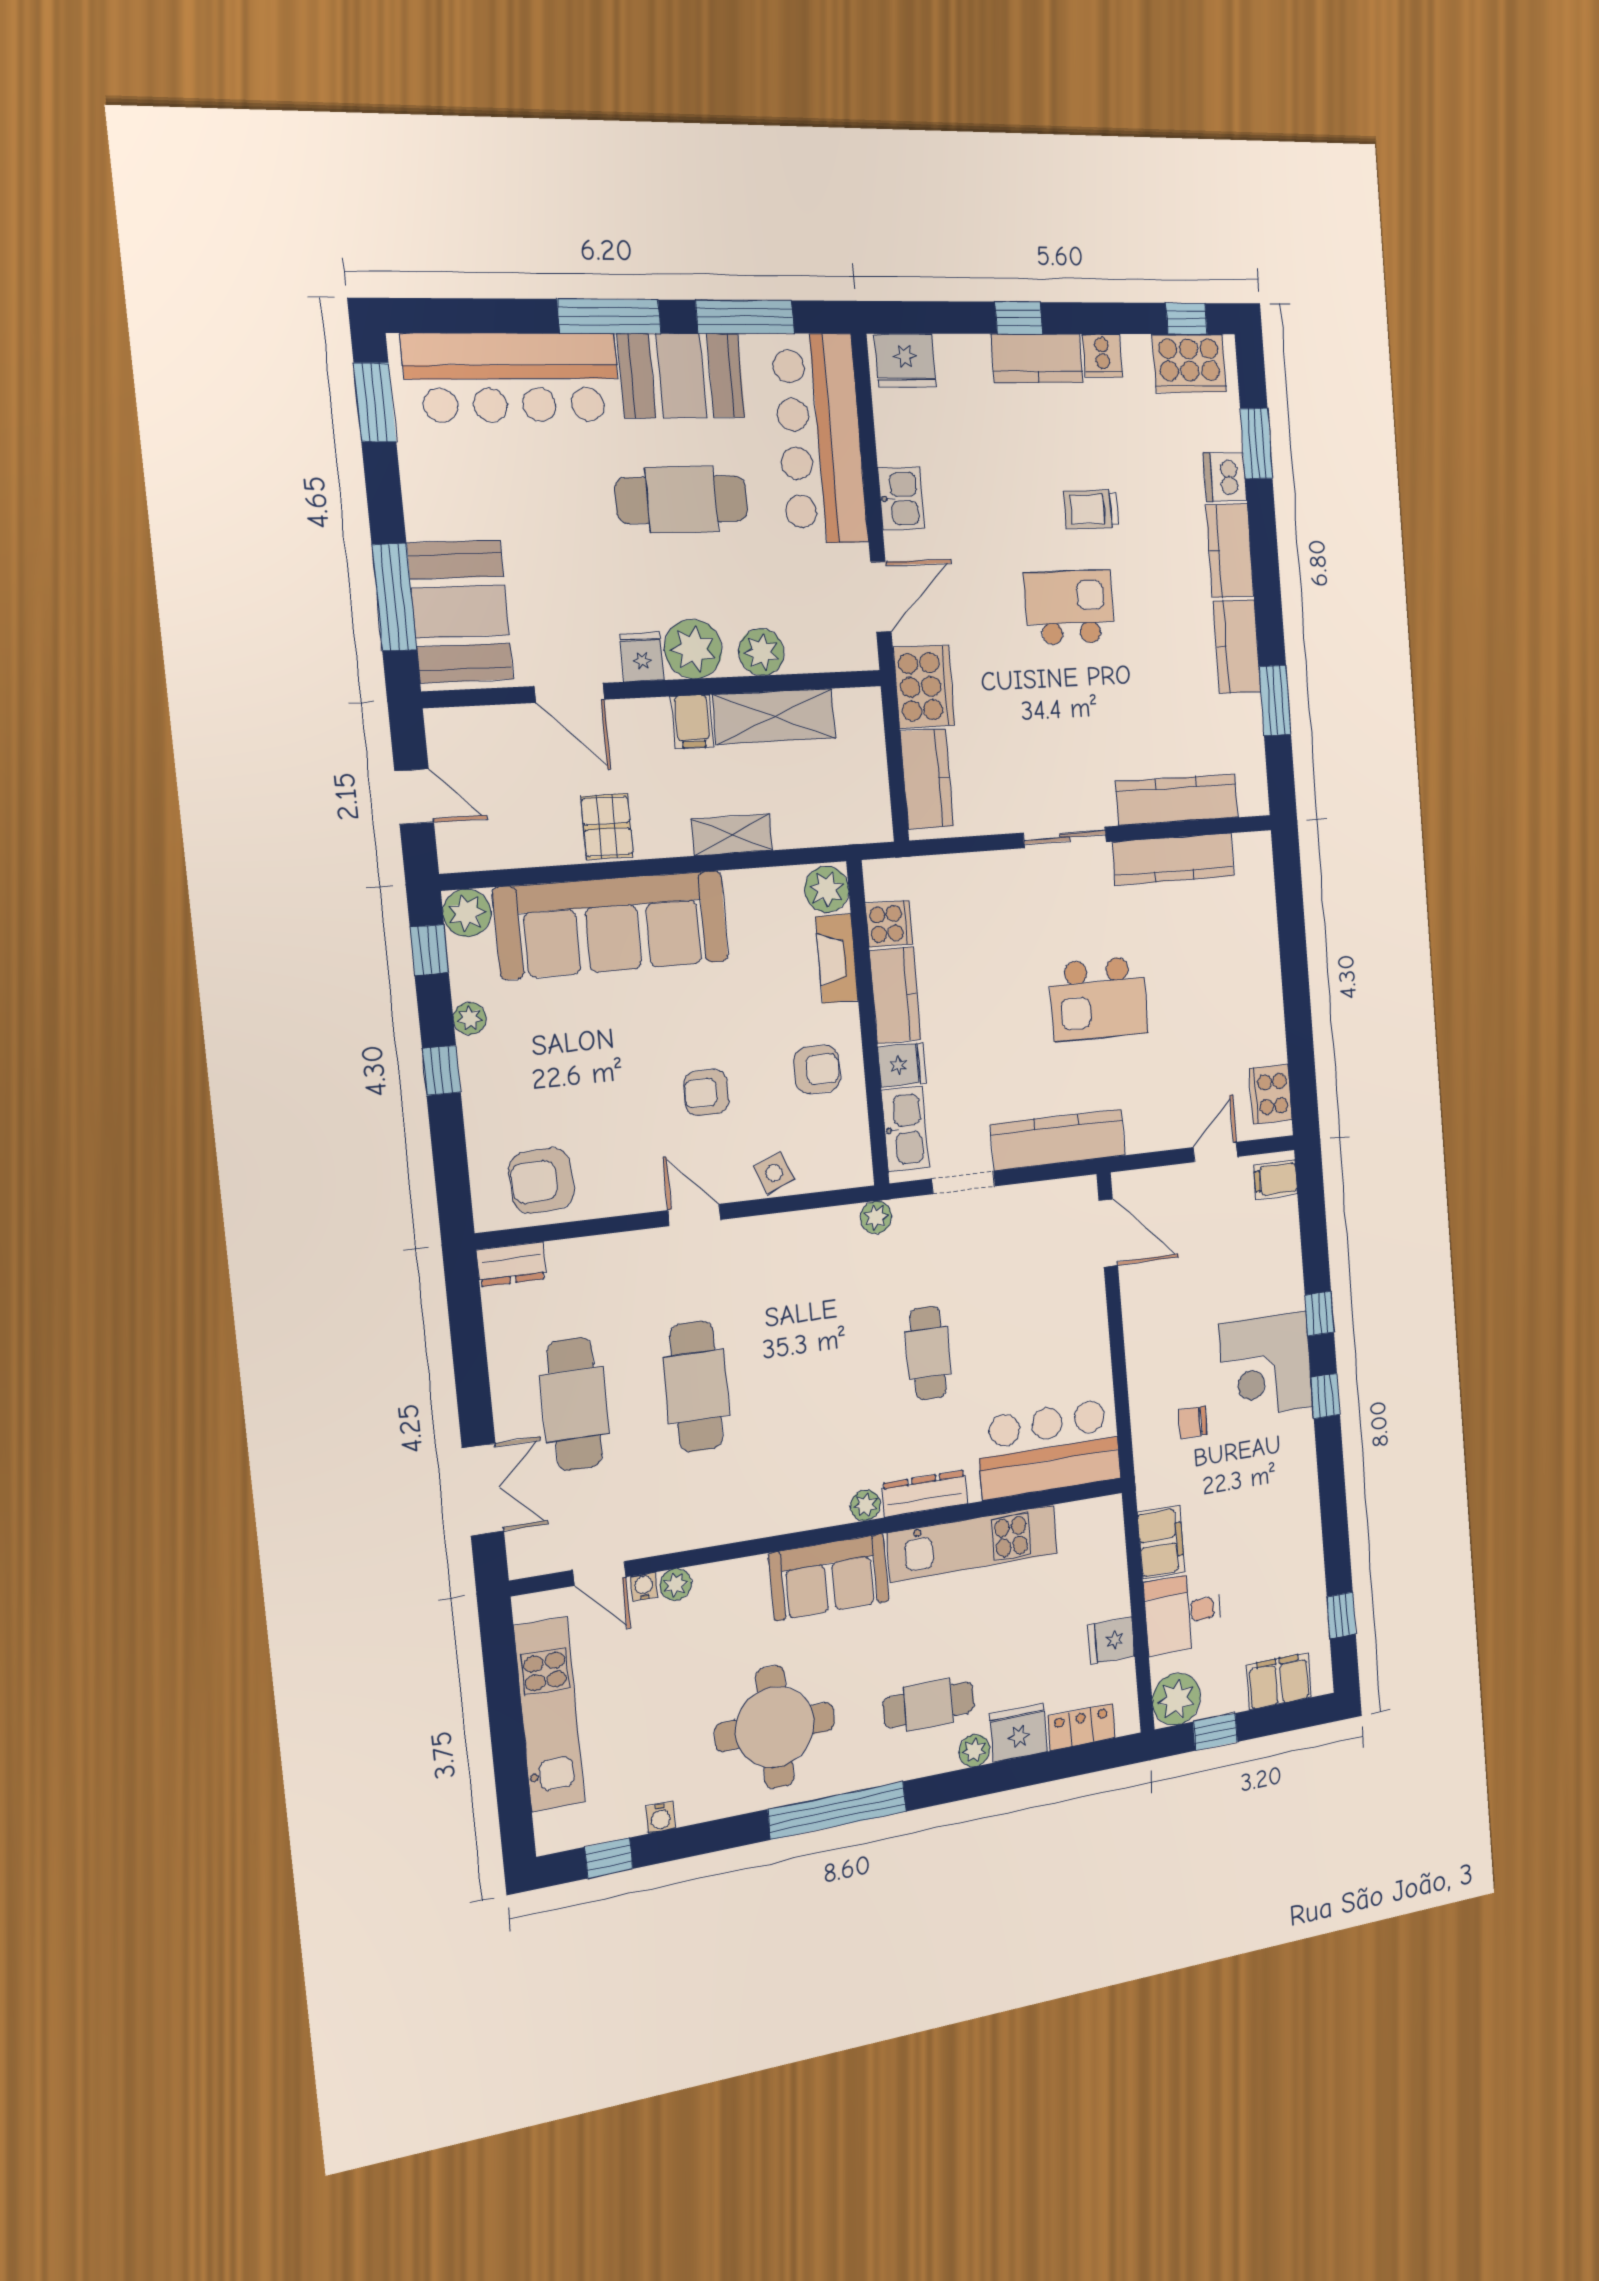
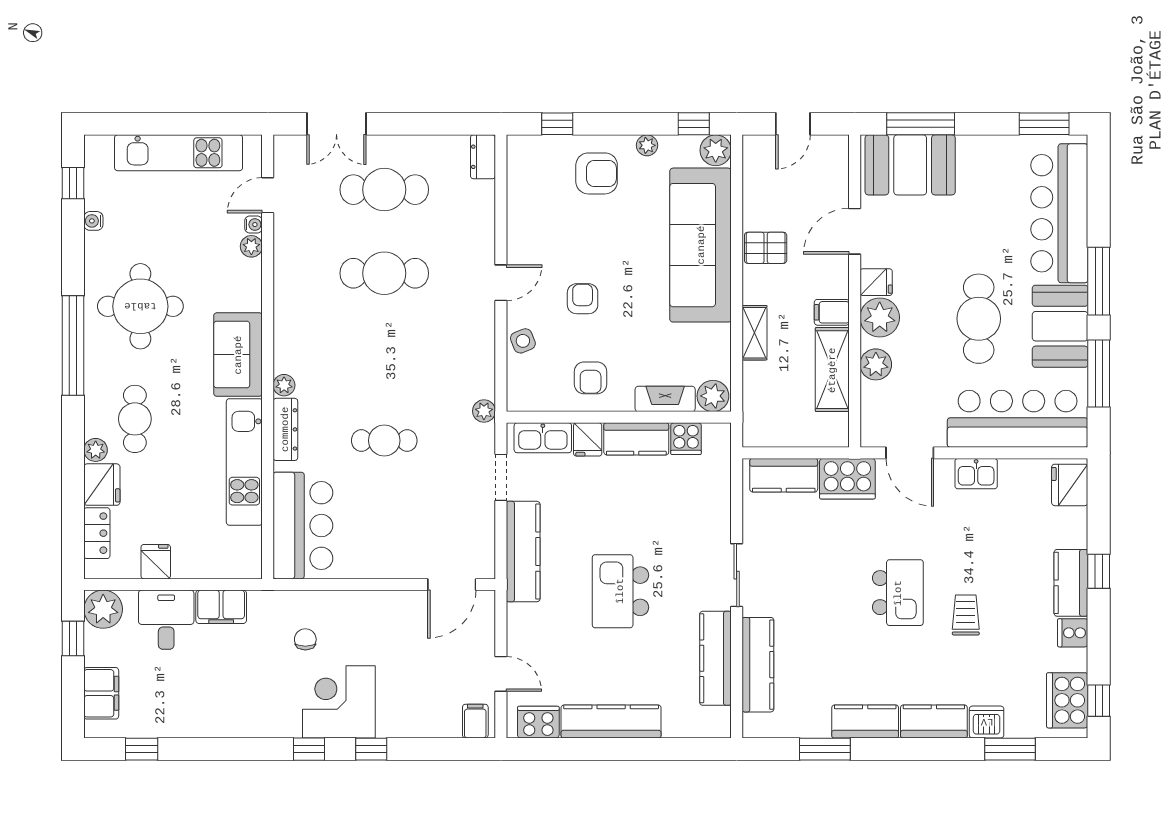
kitchen counter: (1263, 996) -> (611, 721), added
window: (441, 1070) -> (557, 124), moved
armchair: (541, 1181) -> (597, 173), moved, turned 93

